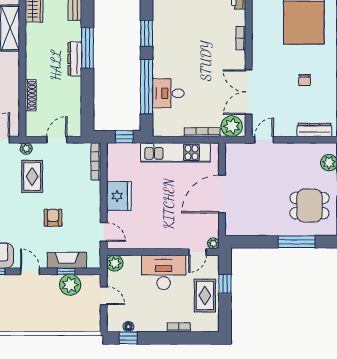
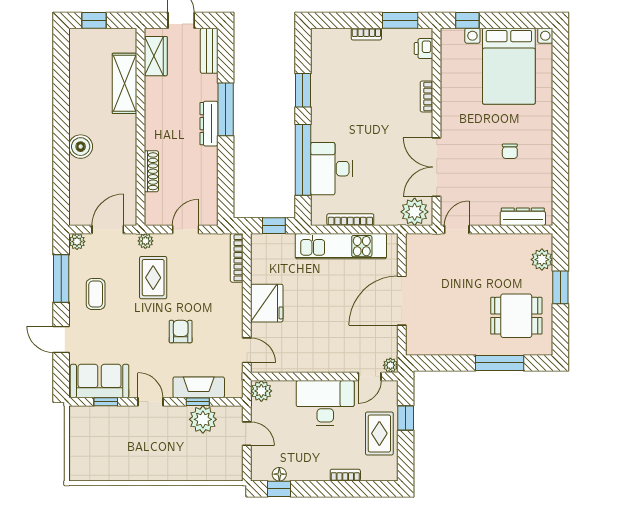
desk: (168, 93) -> (331, 169), width x1.37
bookcase: (202, 132) -> (350, 220), moved

